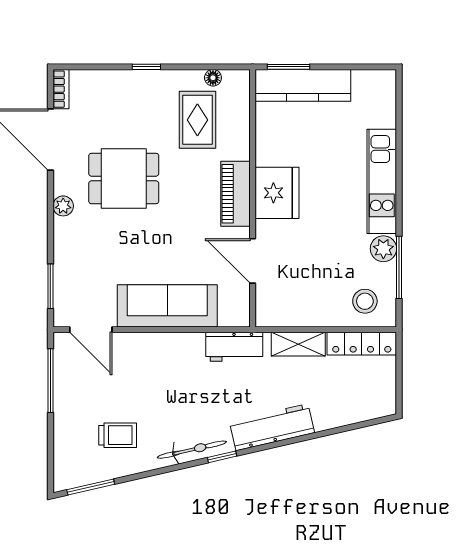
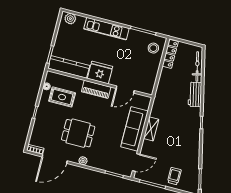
kitchen counter: (303, 85) -> (69, 67), moved, turned -90
dining table: (124, 178) -> (78, 133), turned 90
plant: (383, 249) -> (70, 19), moved
shelving: (298, 344) -> (151, 129), moved
workbench: (234, 347) -> (158, 106), removed
workbench: (272, 427) -> (195, 94), width x0.73
trolley: (118, 435) -> (174, 176), moved
bicycle: (192, 450) -> (197, 67), moved

